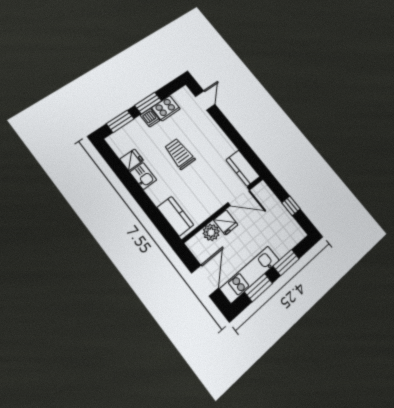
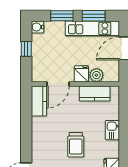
kitchen sink: (143, 176) -> (112, 130), moved
door: (239, 196) -> (58, 84), swing flipped
kitchen counter: (175, 216) -> (95, 94), moved, turned -90
water cooler: (298, 234) -> (37, 27), added

